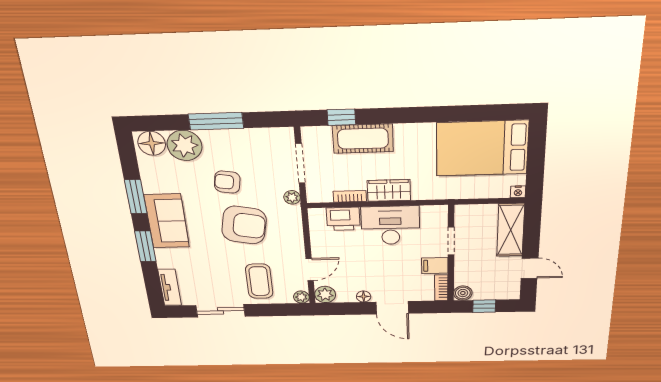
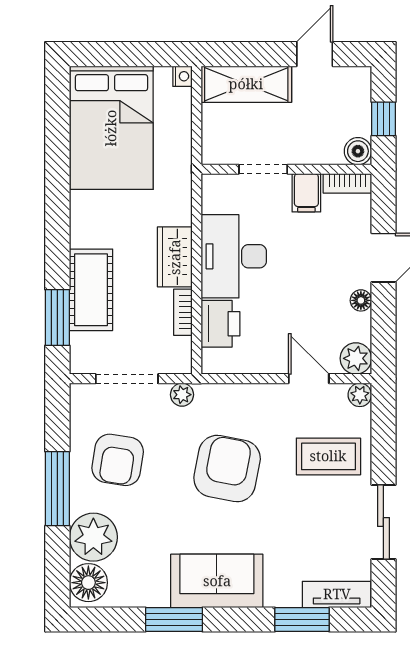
window: (341, 117) -> (57, 317), width x1.50
armchair: (227, 182) -> (118, 460), moved, width x1.38, depth x1.38
window: (145, 246) -> (302, 619), moved

